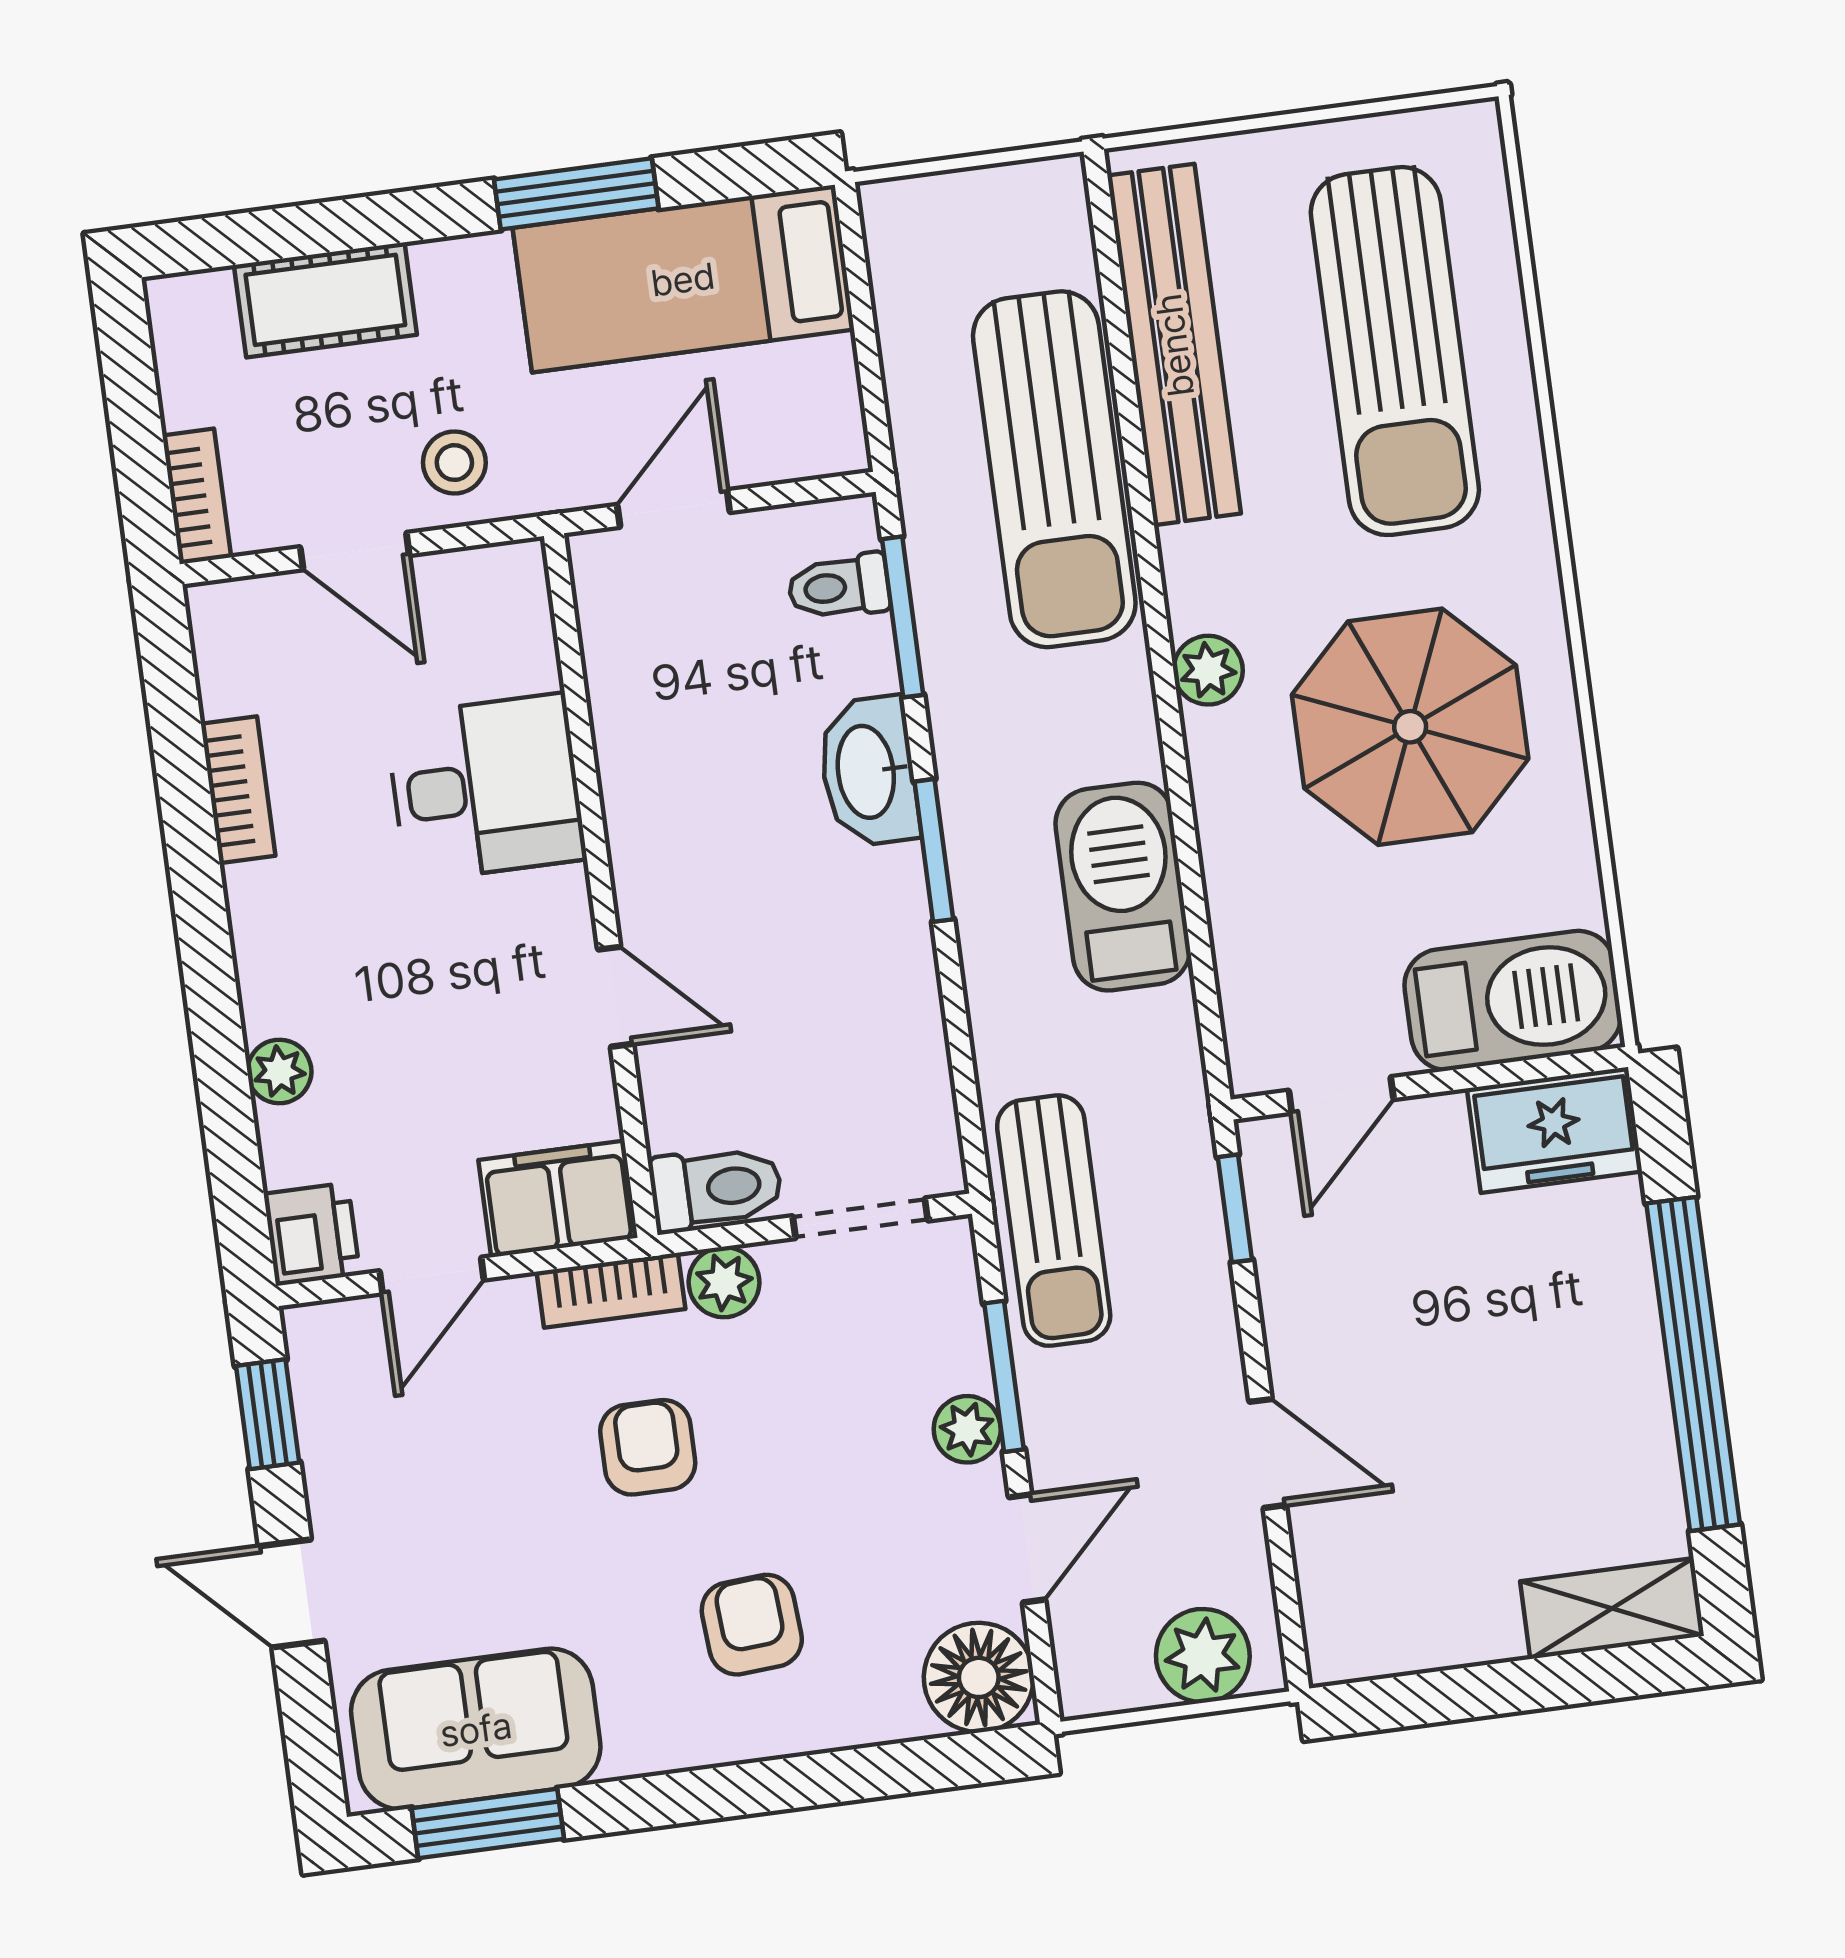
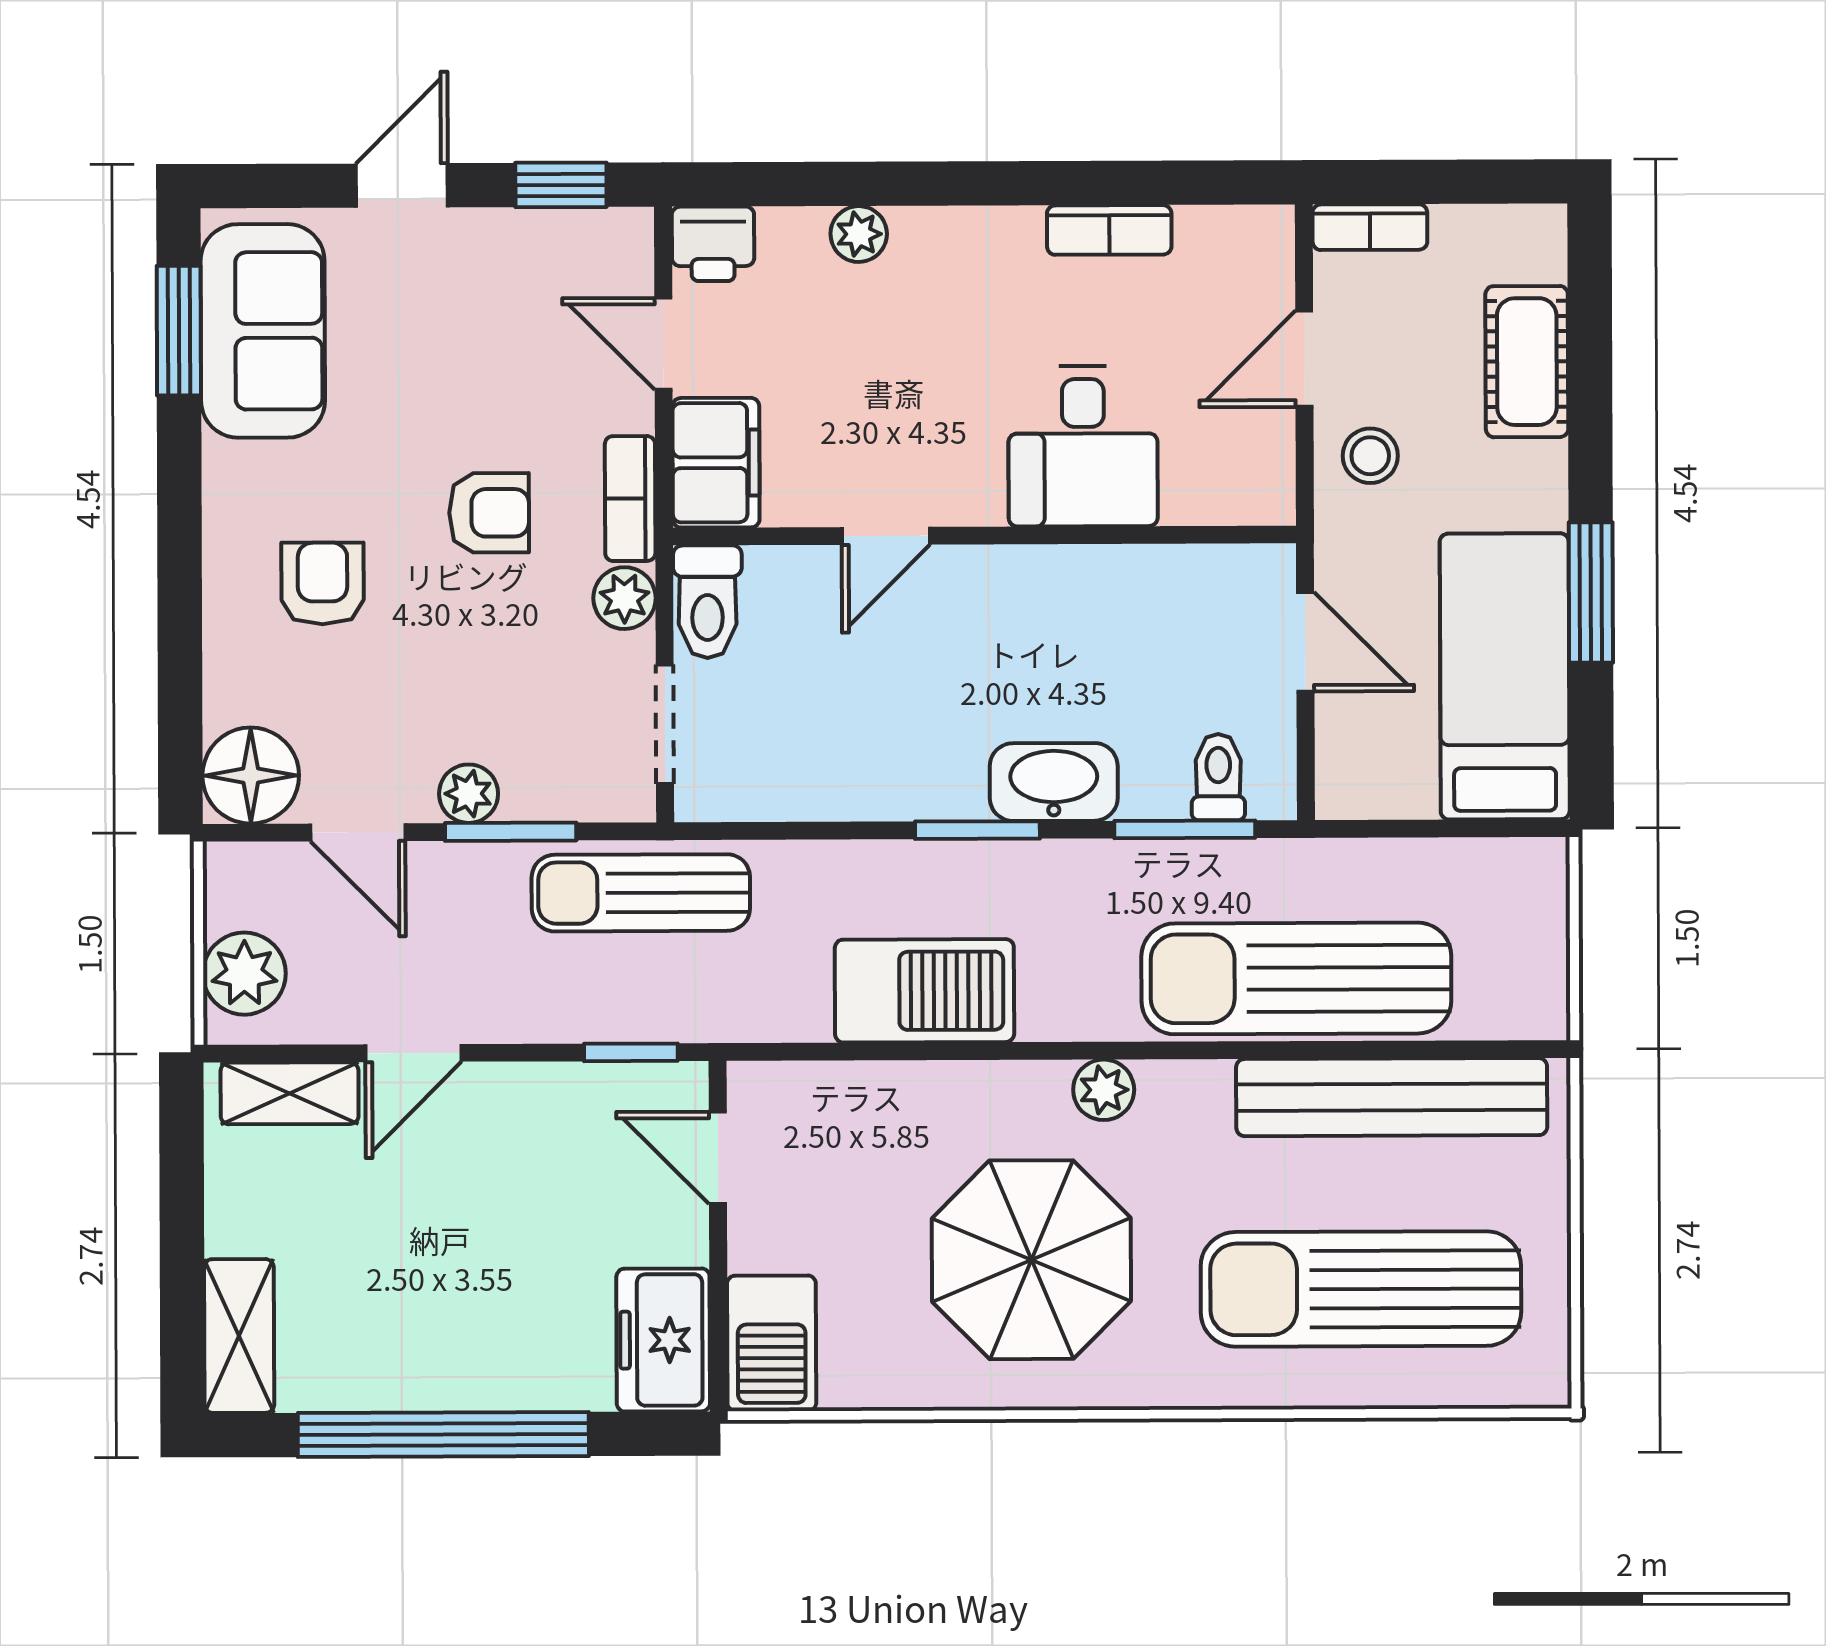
barbecue: (1513, 1001) -> (772, 1343), width x0.73, depth x0.83
shelving: (1331, 1587) -> (290, 1093), added
armchair: (752, 1625) -> (323, 583), turned -86

